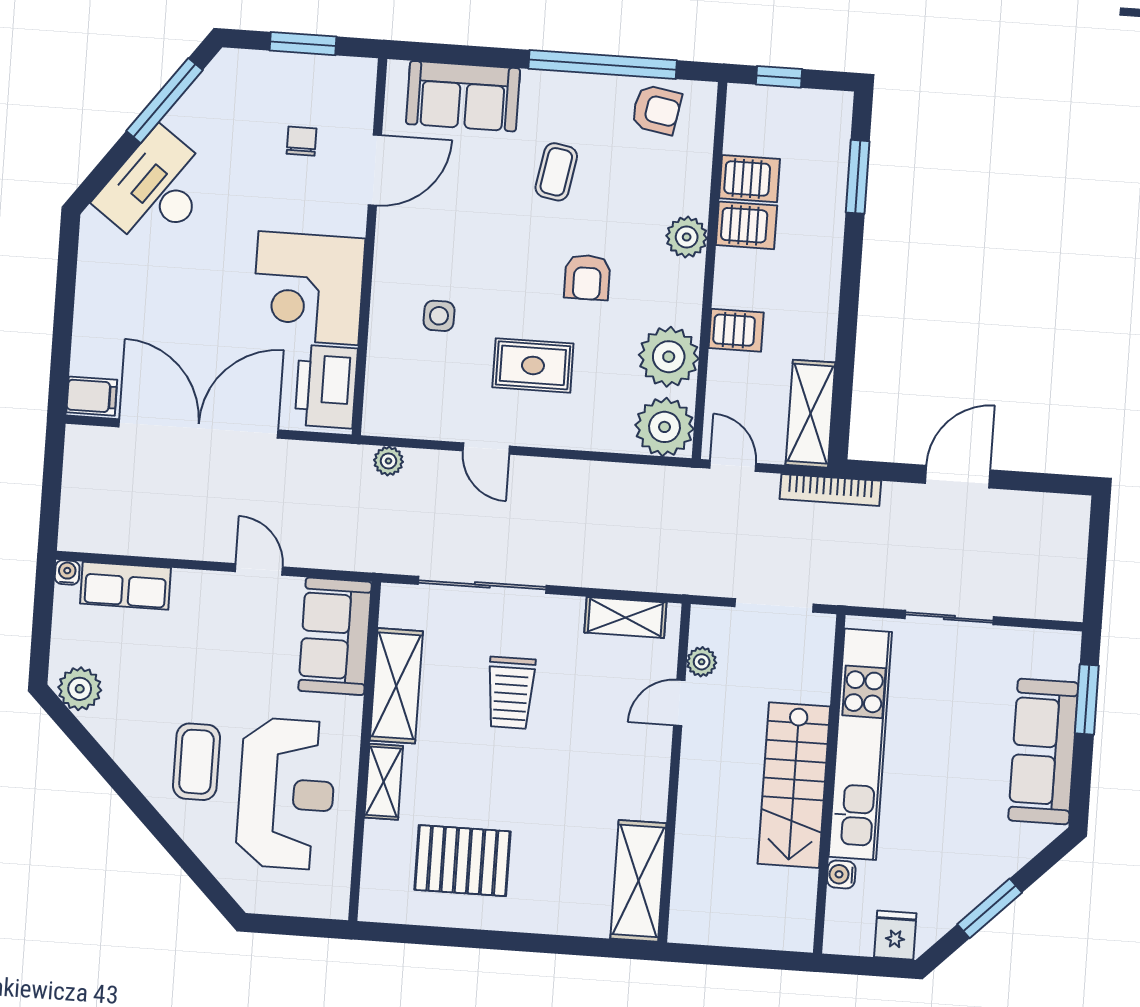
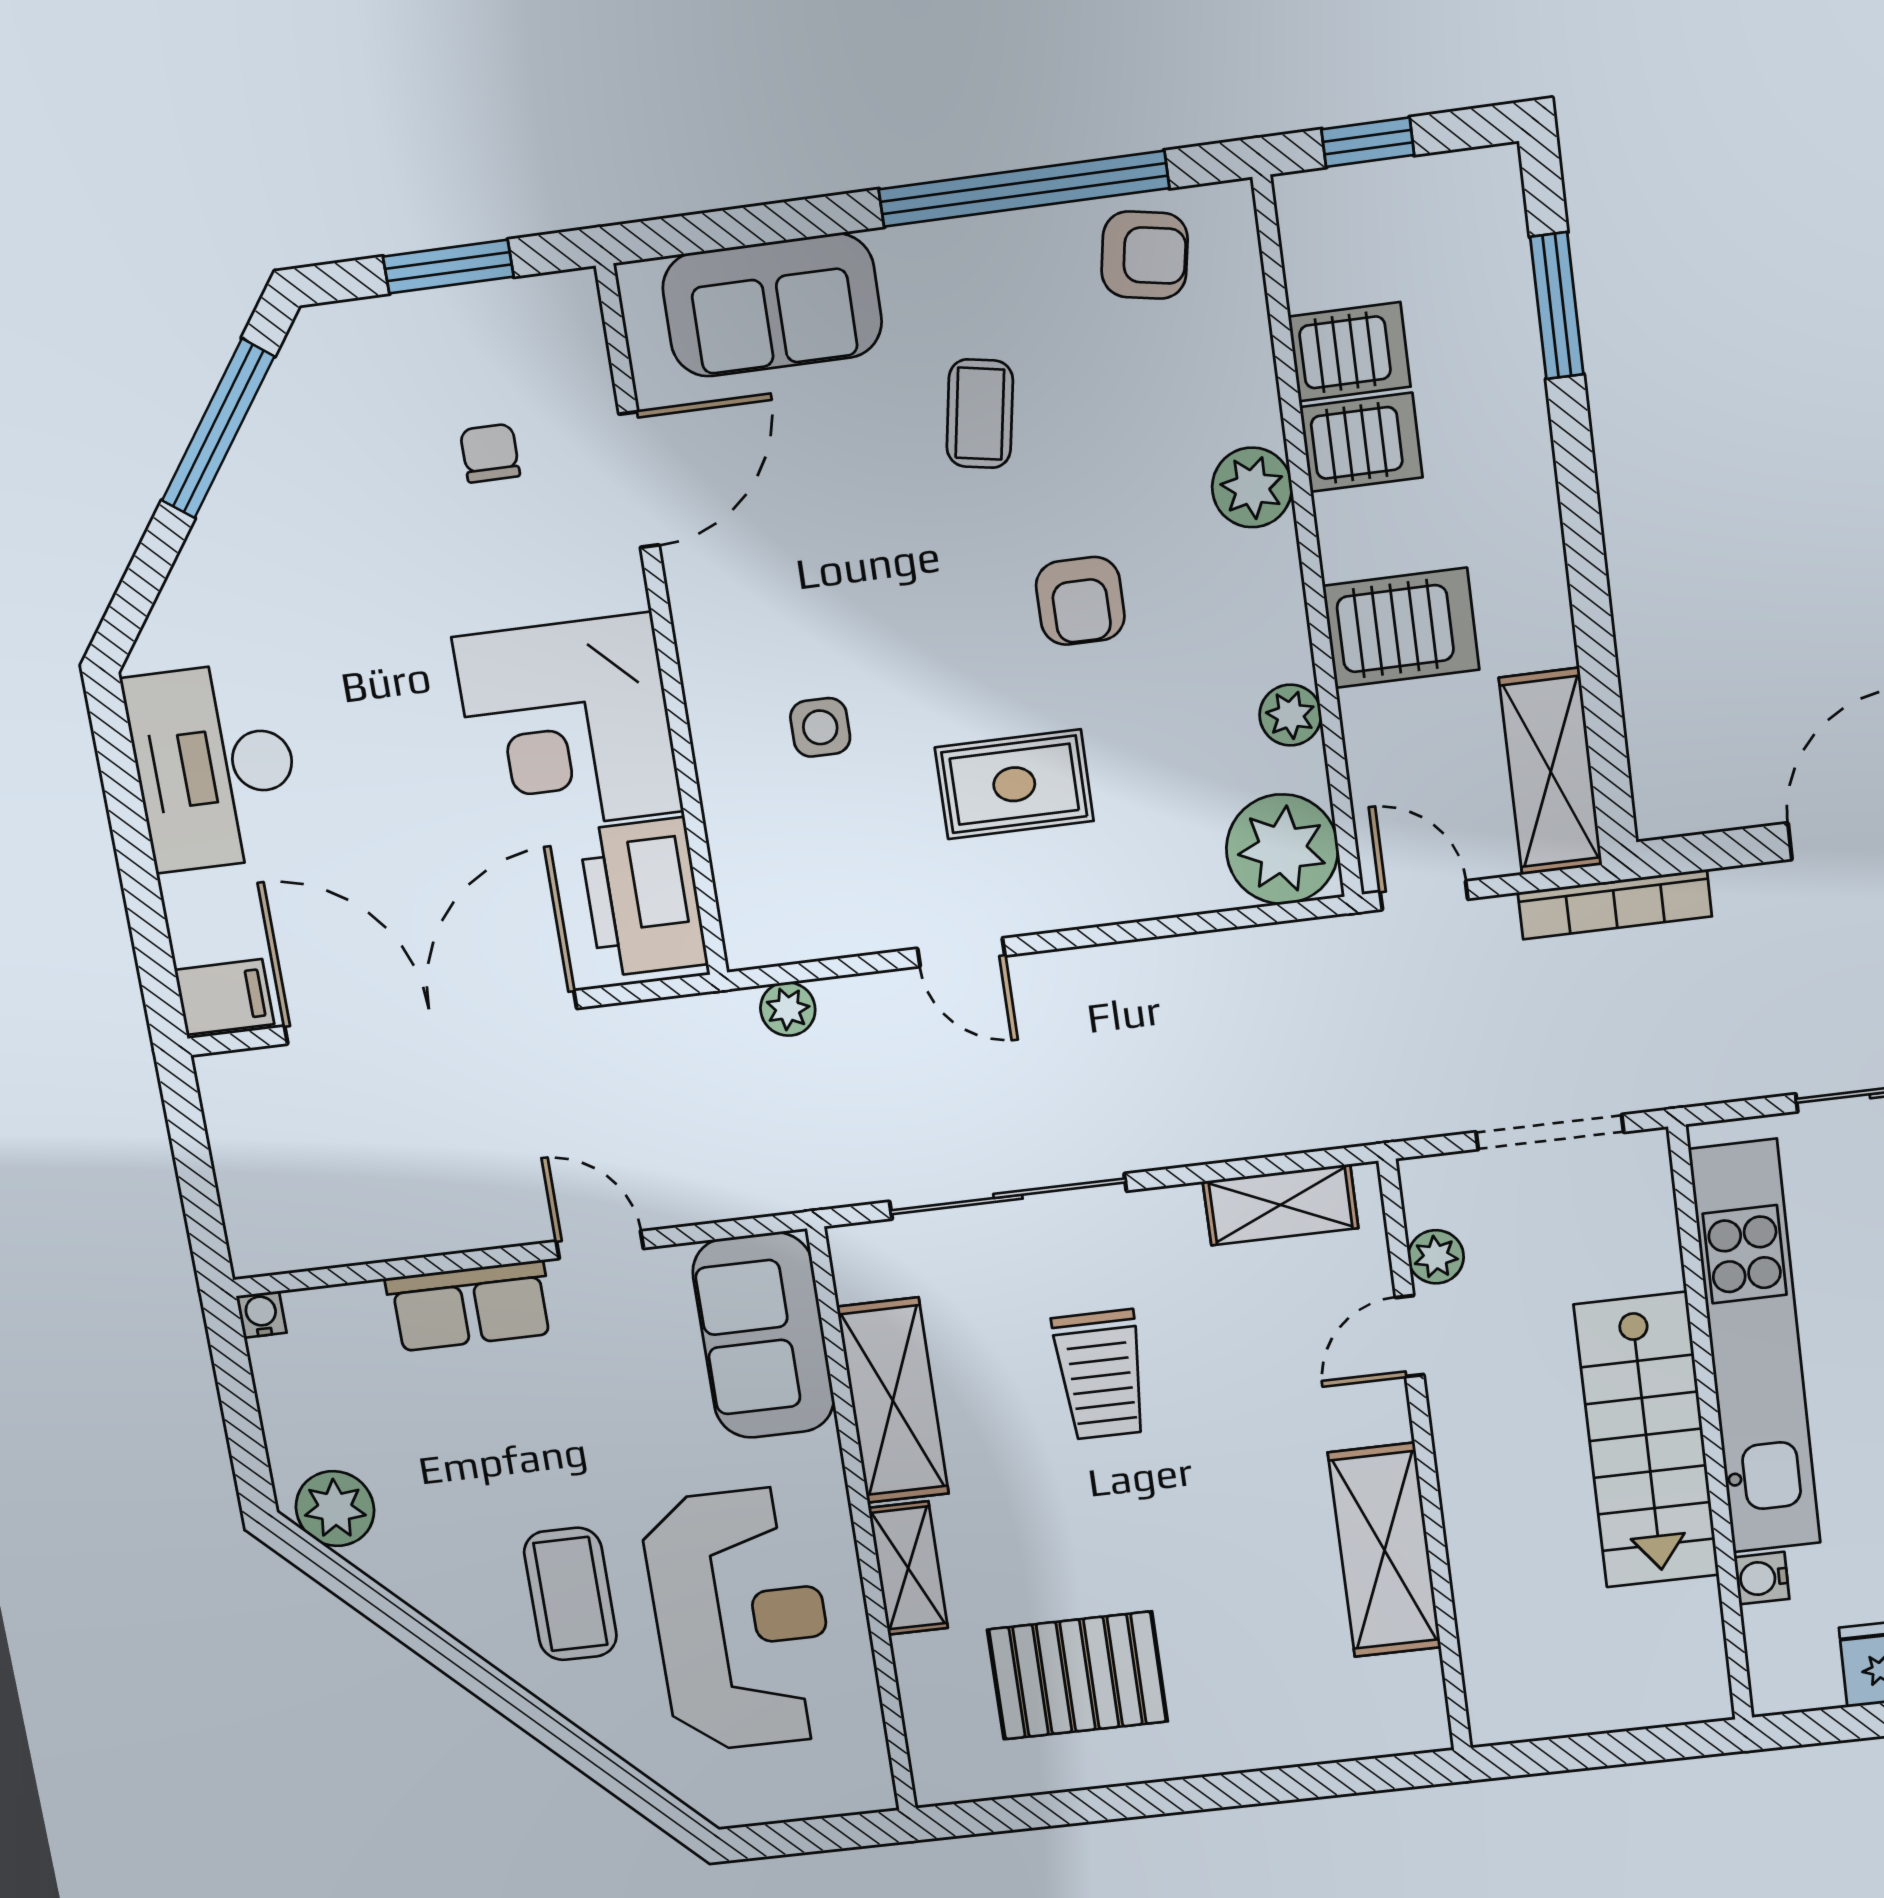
desk: (156, 190) -> (214, 767), moved, turned -36
server rack: (736, 330) -> (1401, 628), width x1.36, depth x1.44
plant: (669, 357) -> (1290, 715), width x0.53, depth x0.53
row of seats: (126, 586) -> (470, 1306), moved
shelving: (638, 881) -> (1385, 1550), moved

